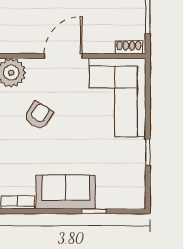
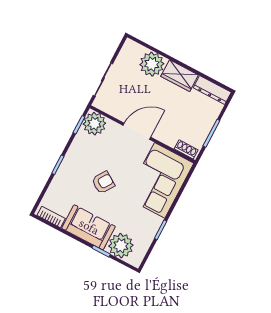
armchair: (39, 115) -> (103, 182), moved
plant: (113, 193) -> (121, 246), added

